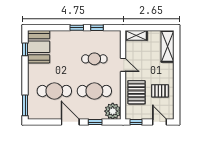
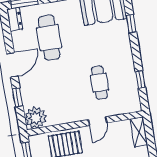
window: (77, 28) -> (131, 24), moved
cafe table: (94, 91) -> (58, 90), removed
dresser: (36, 115) -> (15, 19), added

